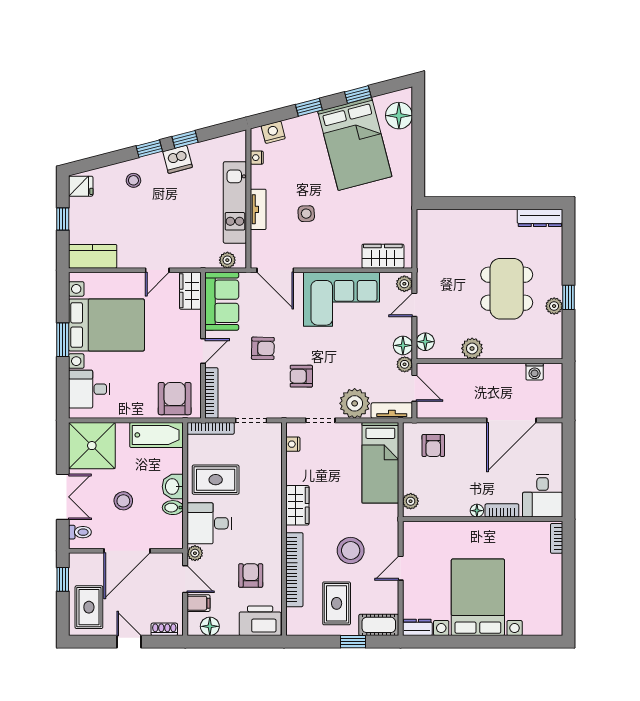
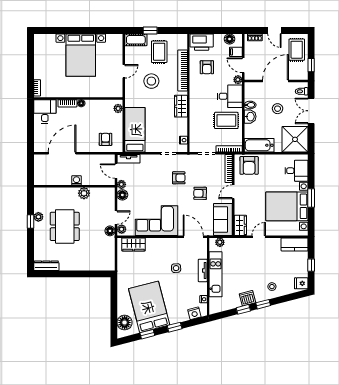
floor lamp: (425, 342) -> (110, 231), moved
washing machine: (535, 372) -> (76, 180), moved
plant: (355, 403) -> (149, 163), removed
dresser: (417, 627) -> (114, 38), removed

